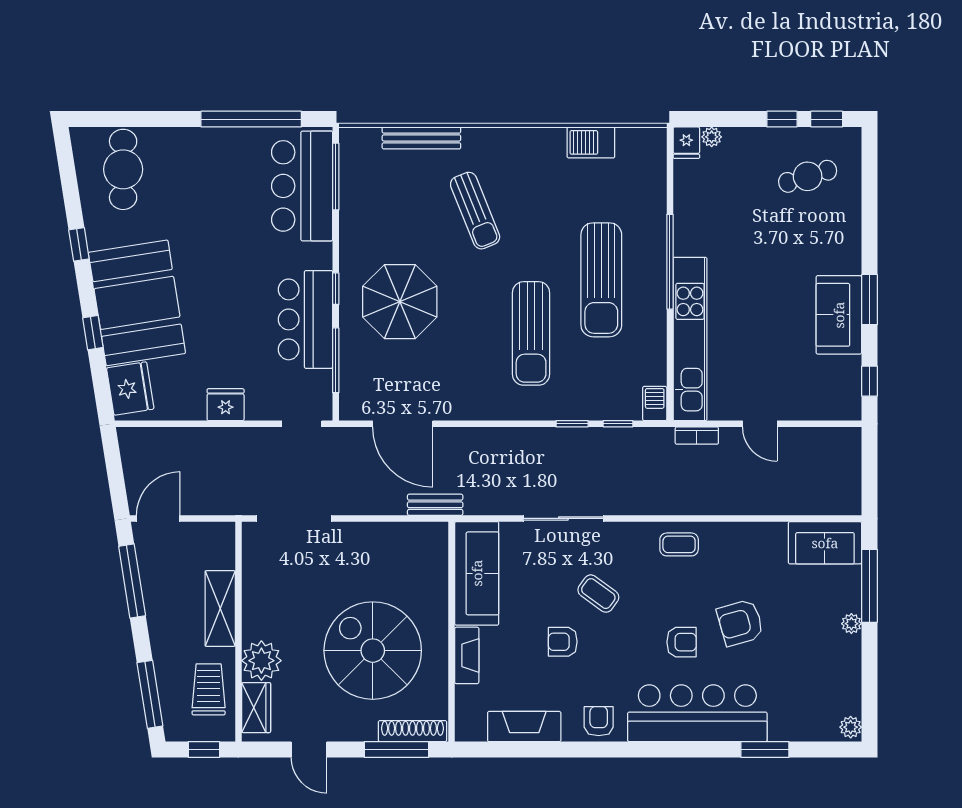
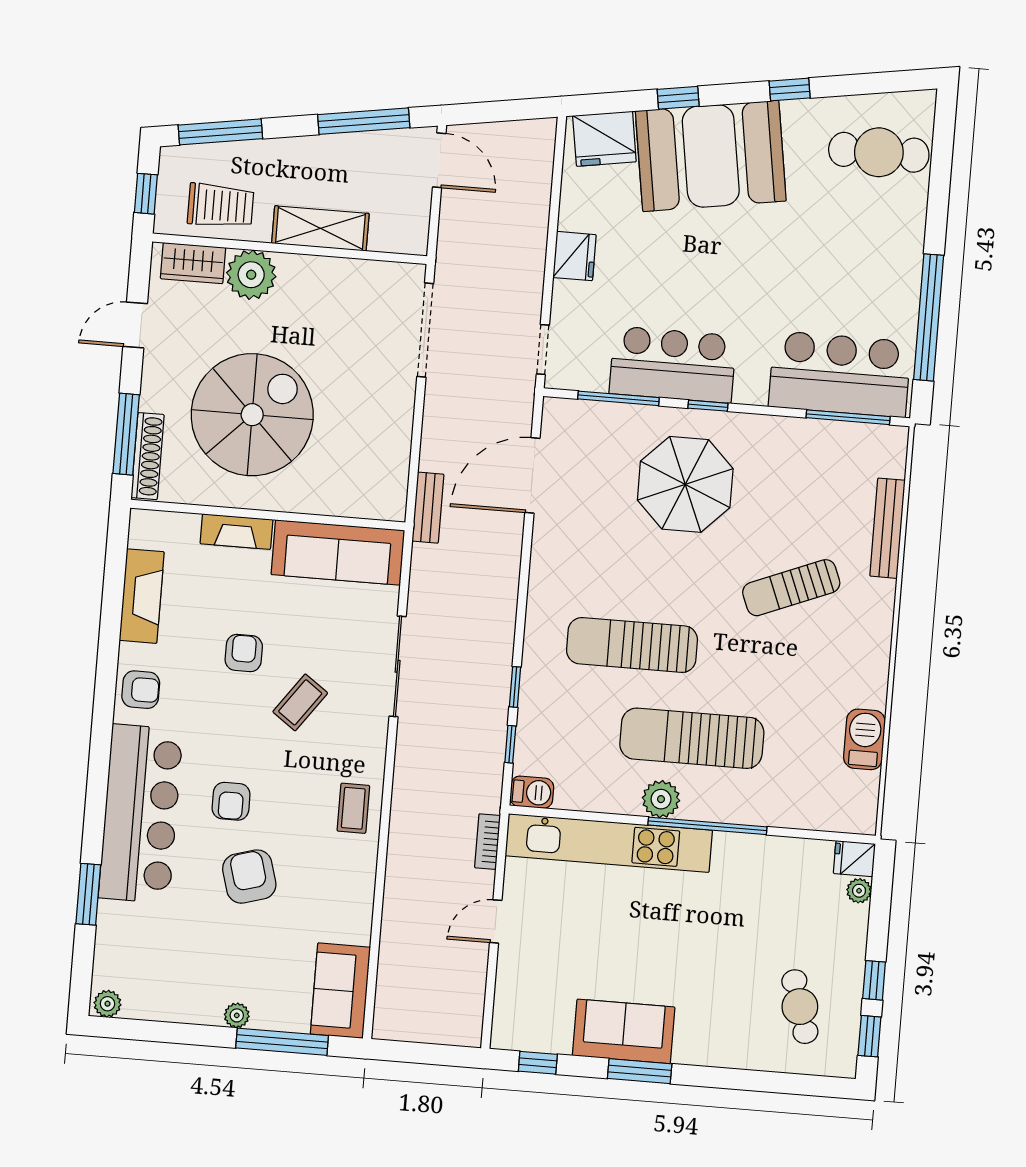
plant: (652, 300) -> (661, 799), added

